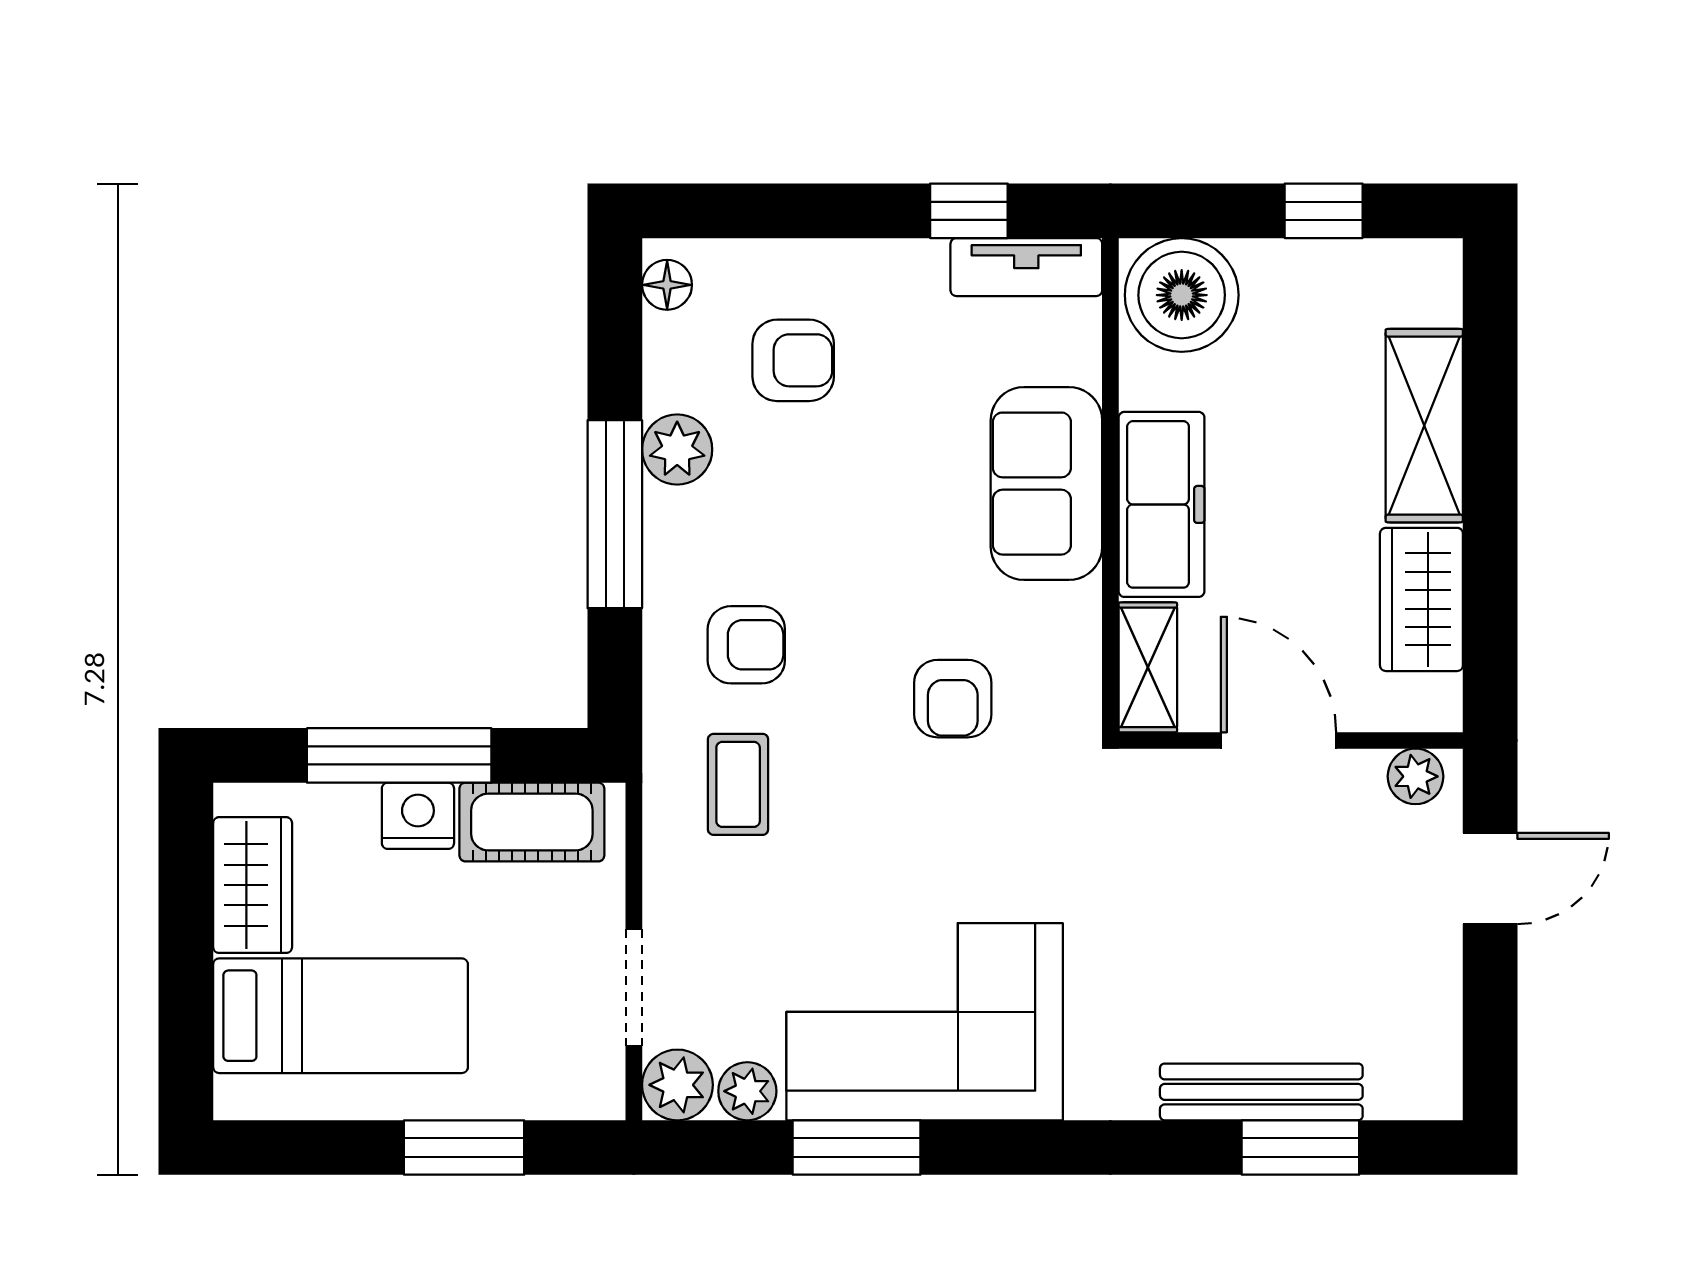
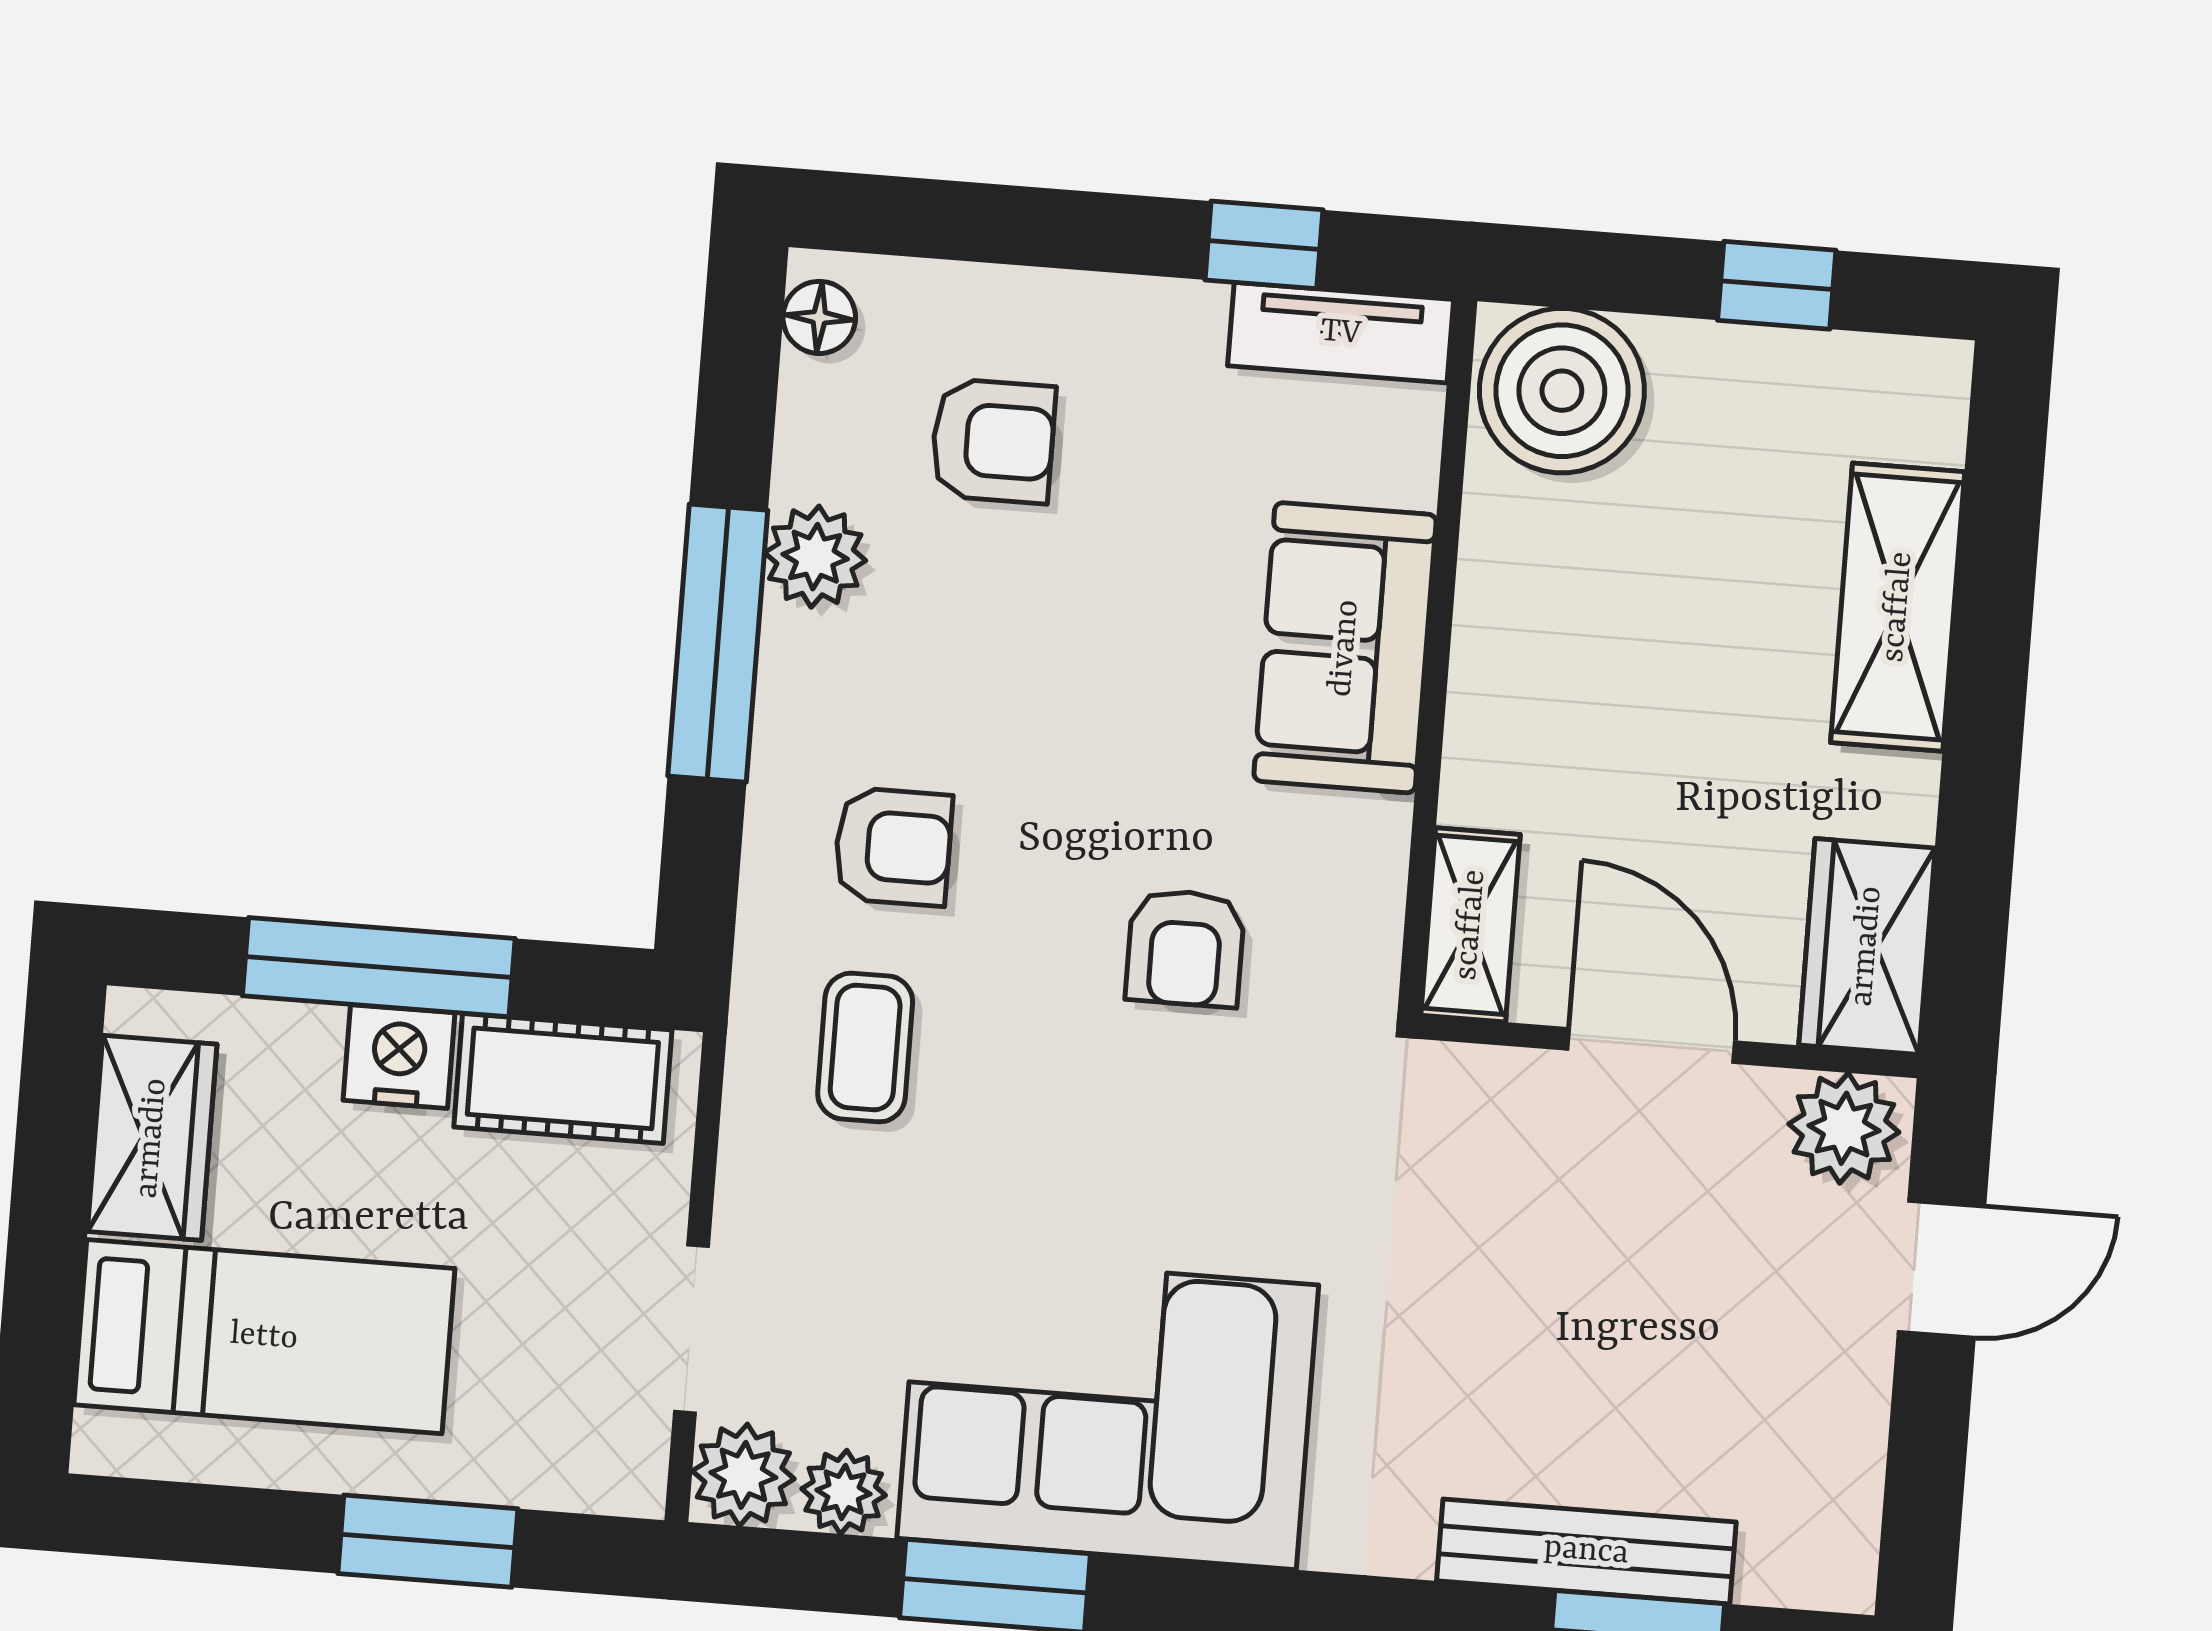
freezer: (1161, 504) -> (1509, 691), removed
wardrobe: (1421, 599) -> (1867, 946), moved
plant: (1416, 776) -> (1844, 1128), width x1.38, depth x1.38

